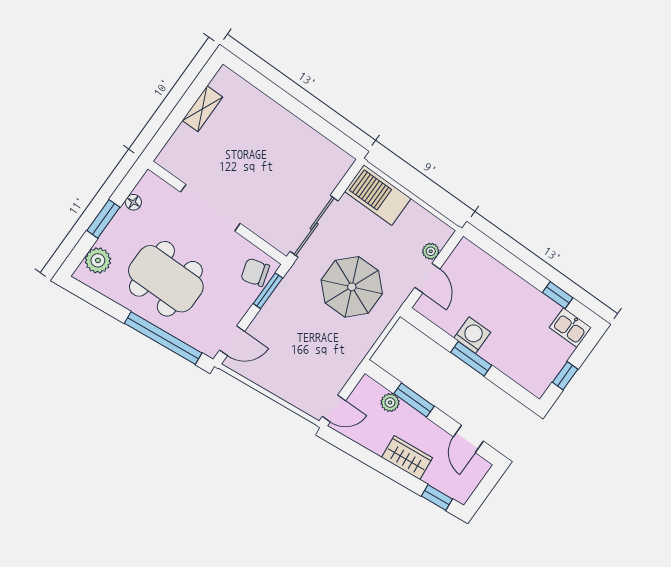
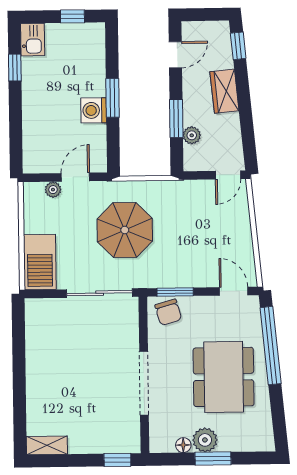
shelving: (202, 109) -> (47, 445), moved
window: (162, 137) -> (117, 460), added
plant: (98, 260) -> (205, 440), moved
door: (334, 408) -> (228, 175), swing flipped

